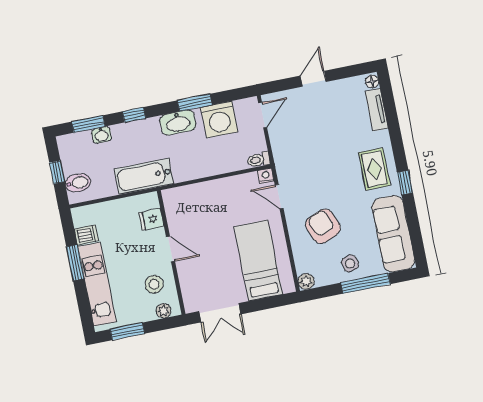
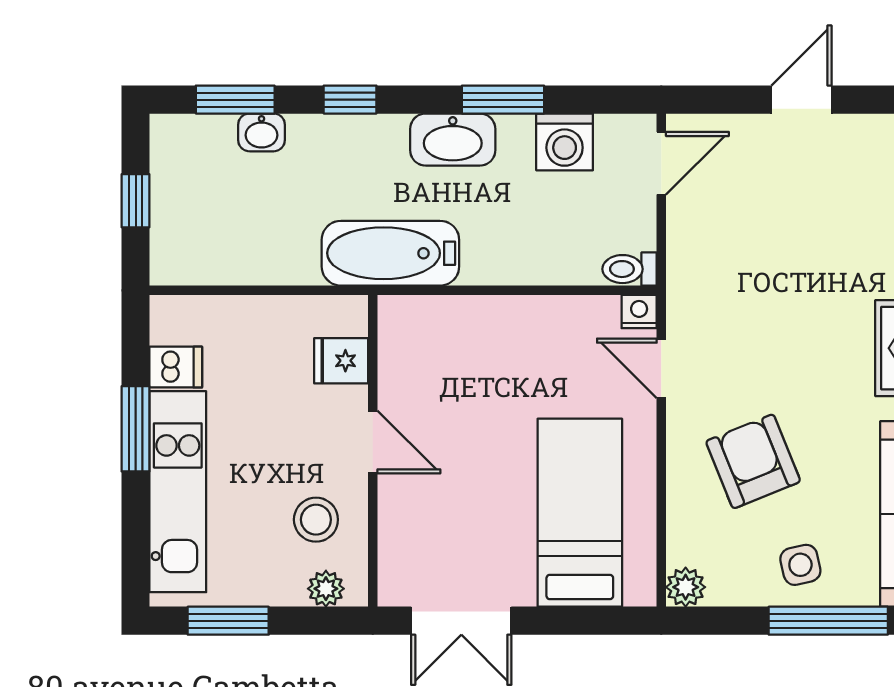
washing machine: (219, 119) -> (565, 142), width x0.73, depth x0.73
bathtub: (144, 176) -> (390, 253), moved
bidet: (78, 183) -> (181, 237), removed

